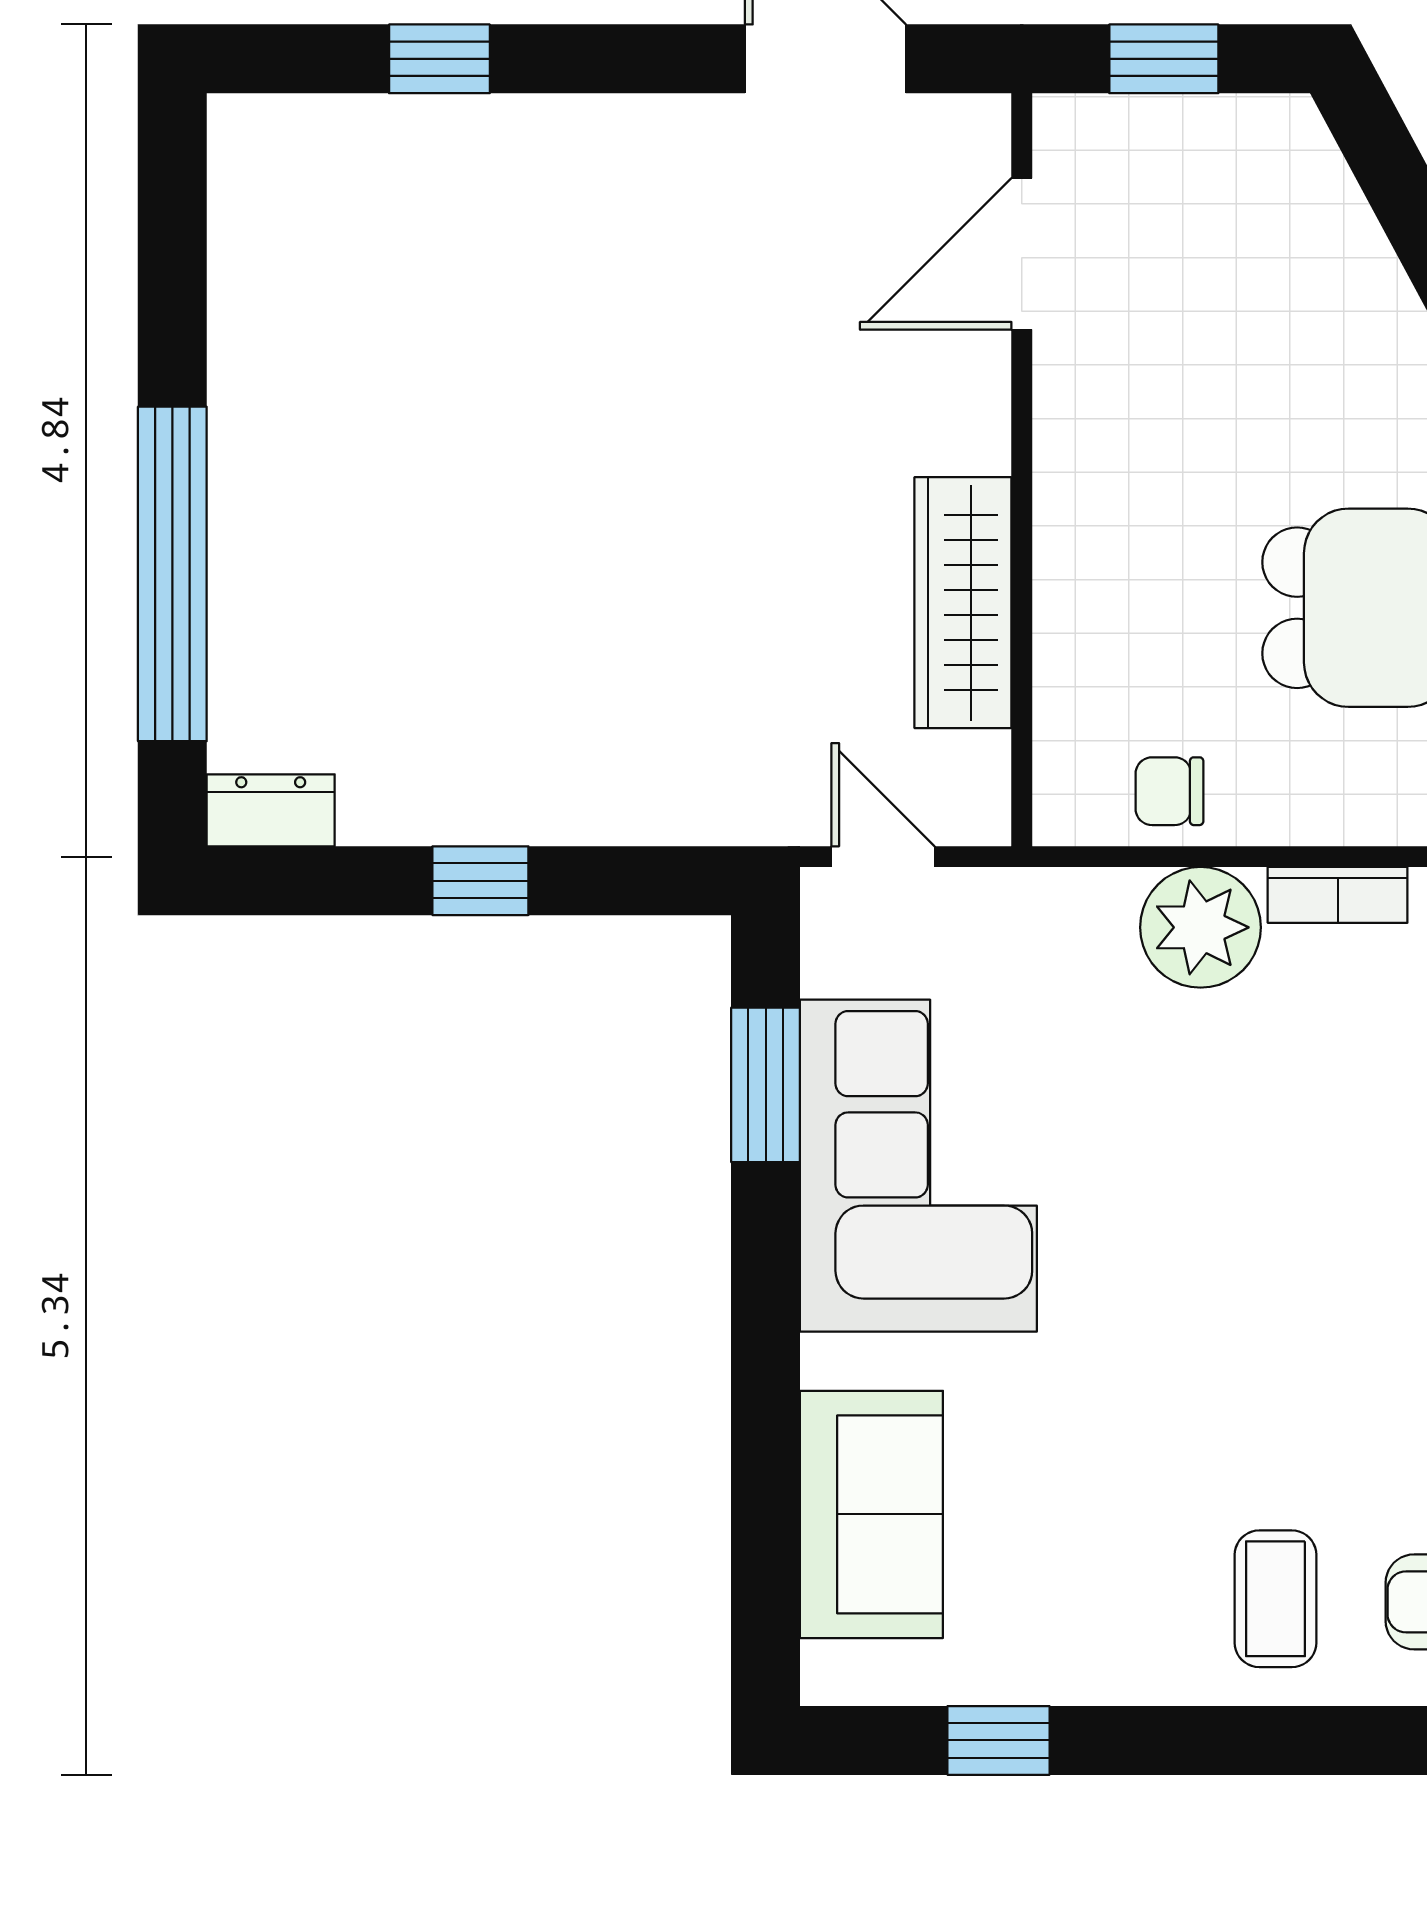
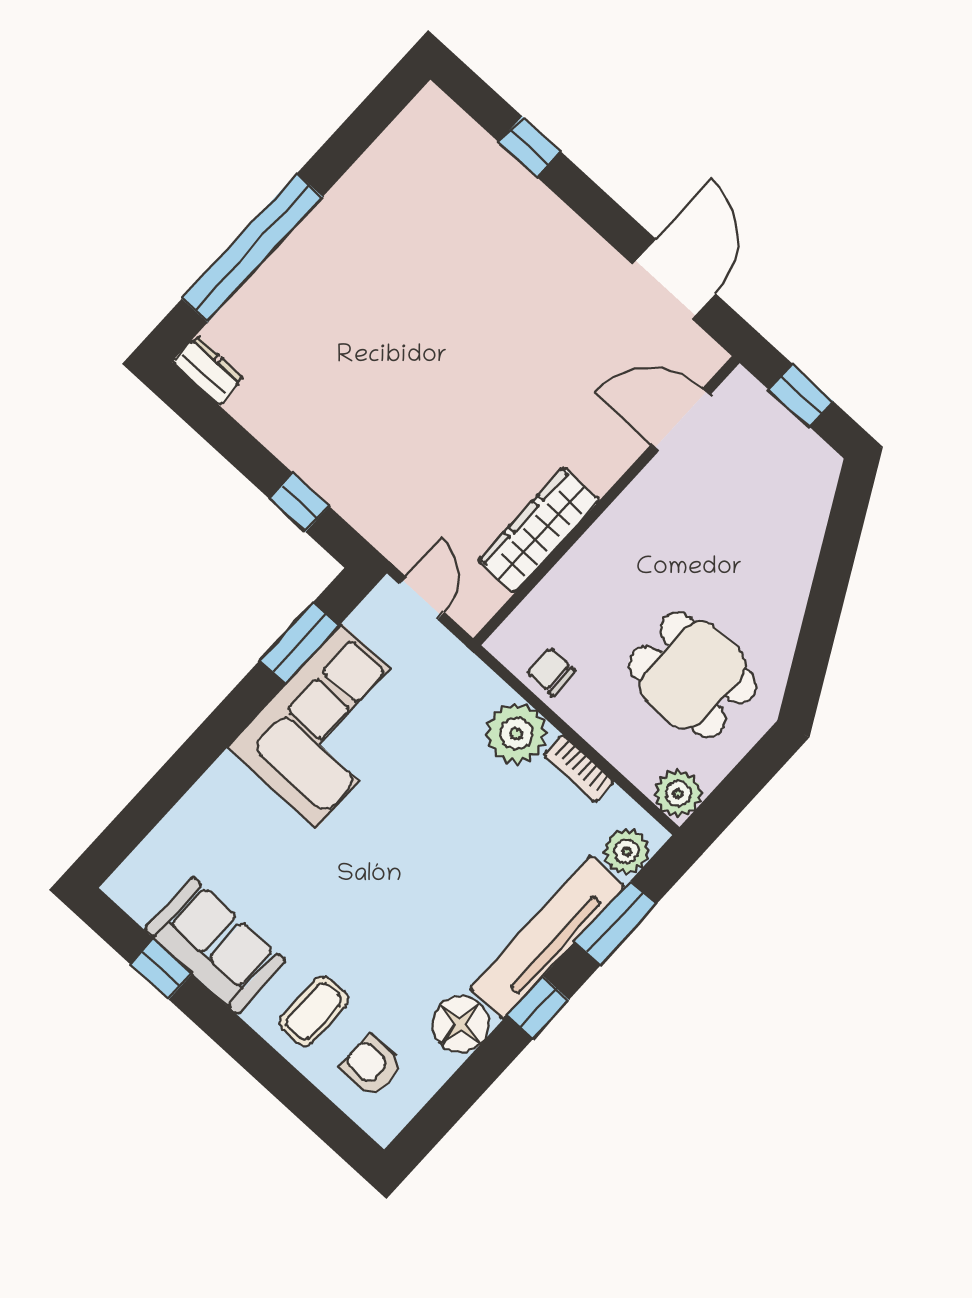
window: (480, 881) -> (299, 502), moved
sofa: (871, 1514) -> (215, 945), moved, turned -90

